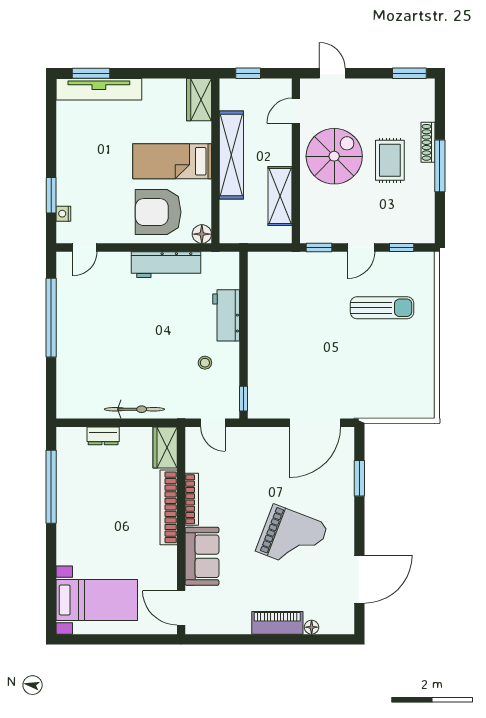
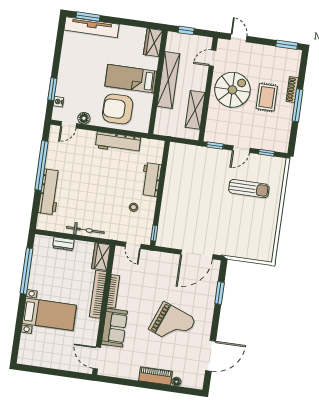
floor lamp: (202, 234) -> (84, 118), moved
workbench: (69, 357) -> (49, 192), added
bed with nightstands: (97, 600) -> (49, 314), moved

